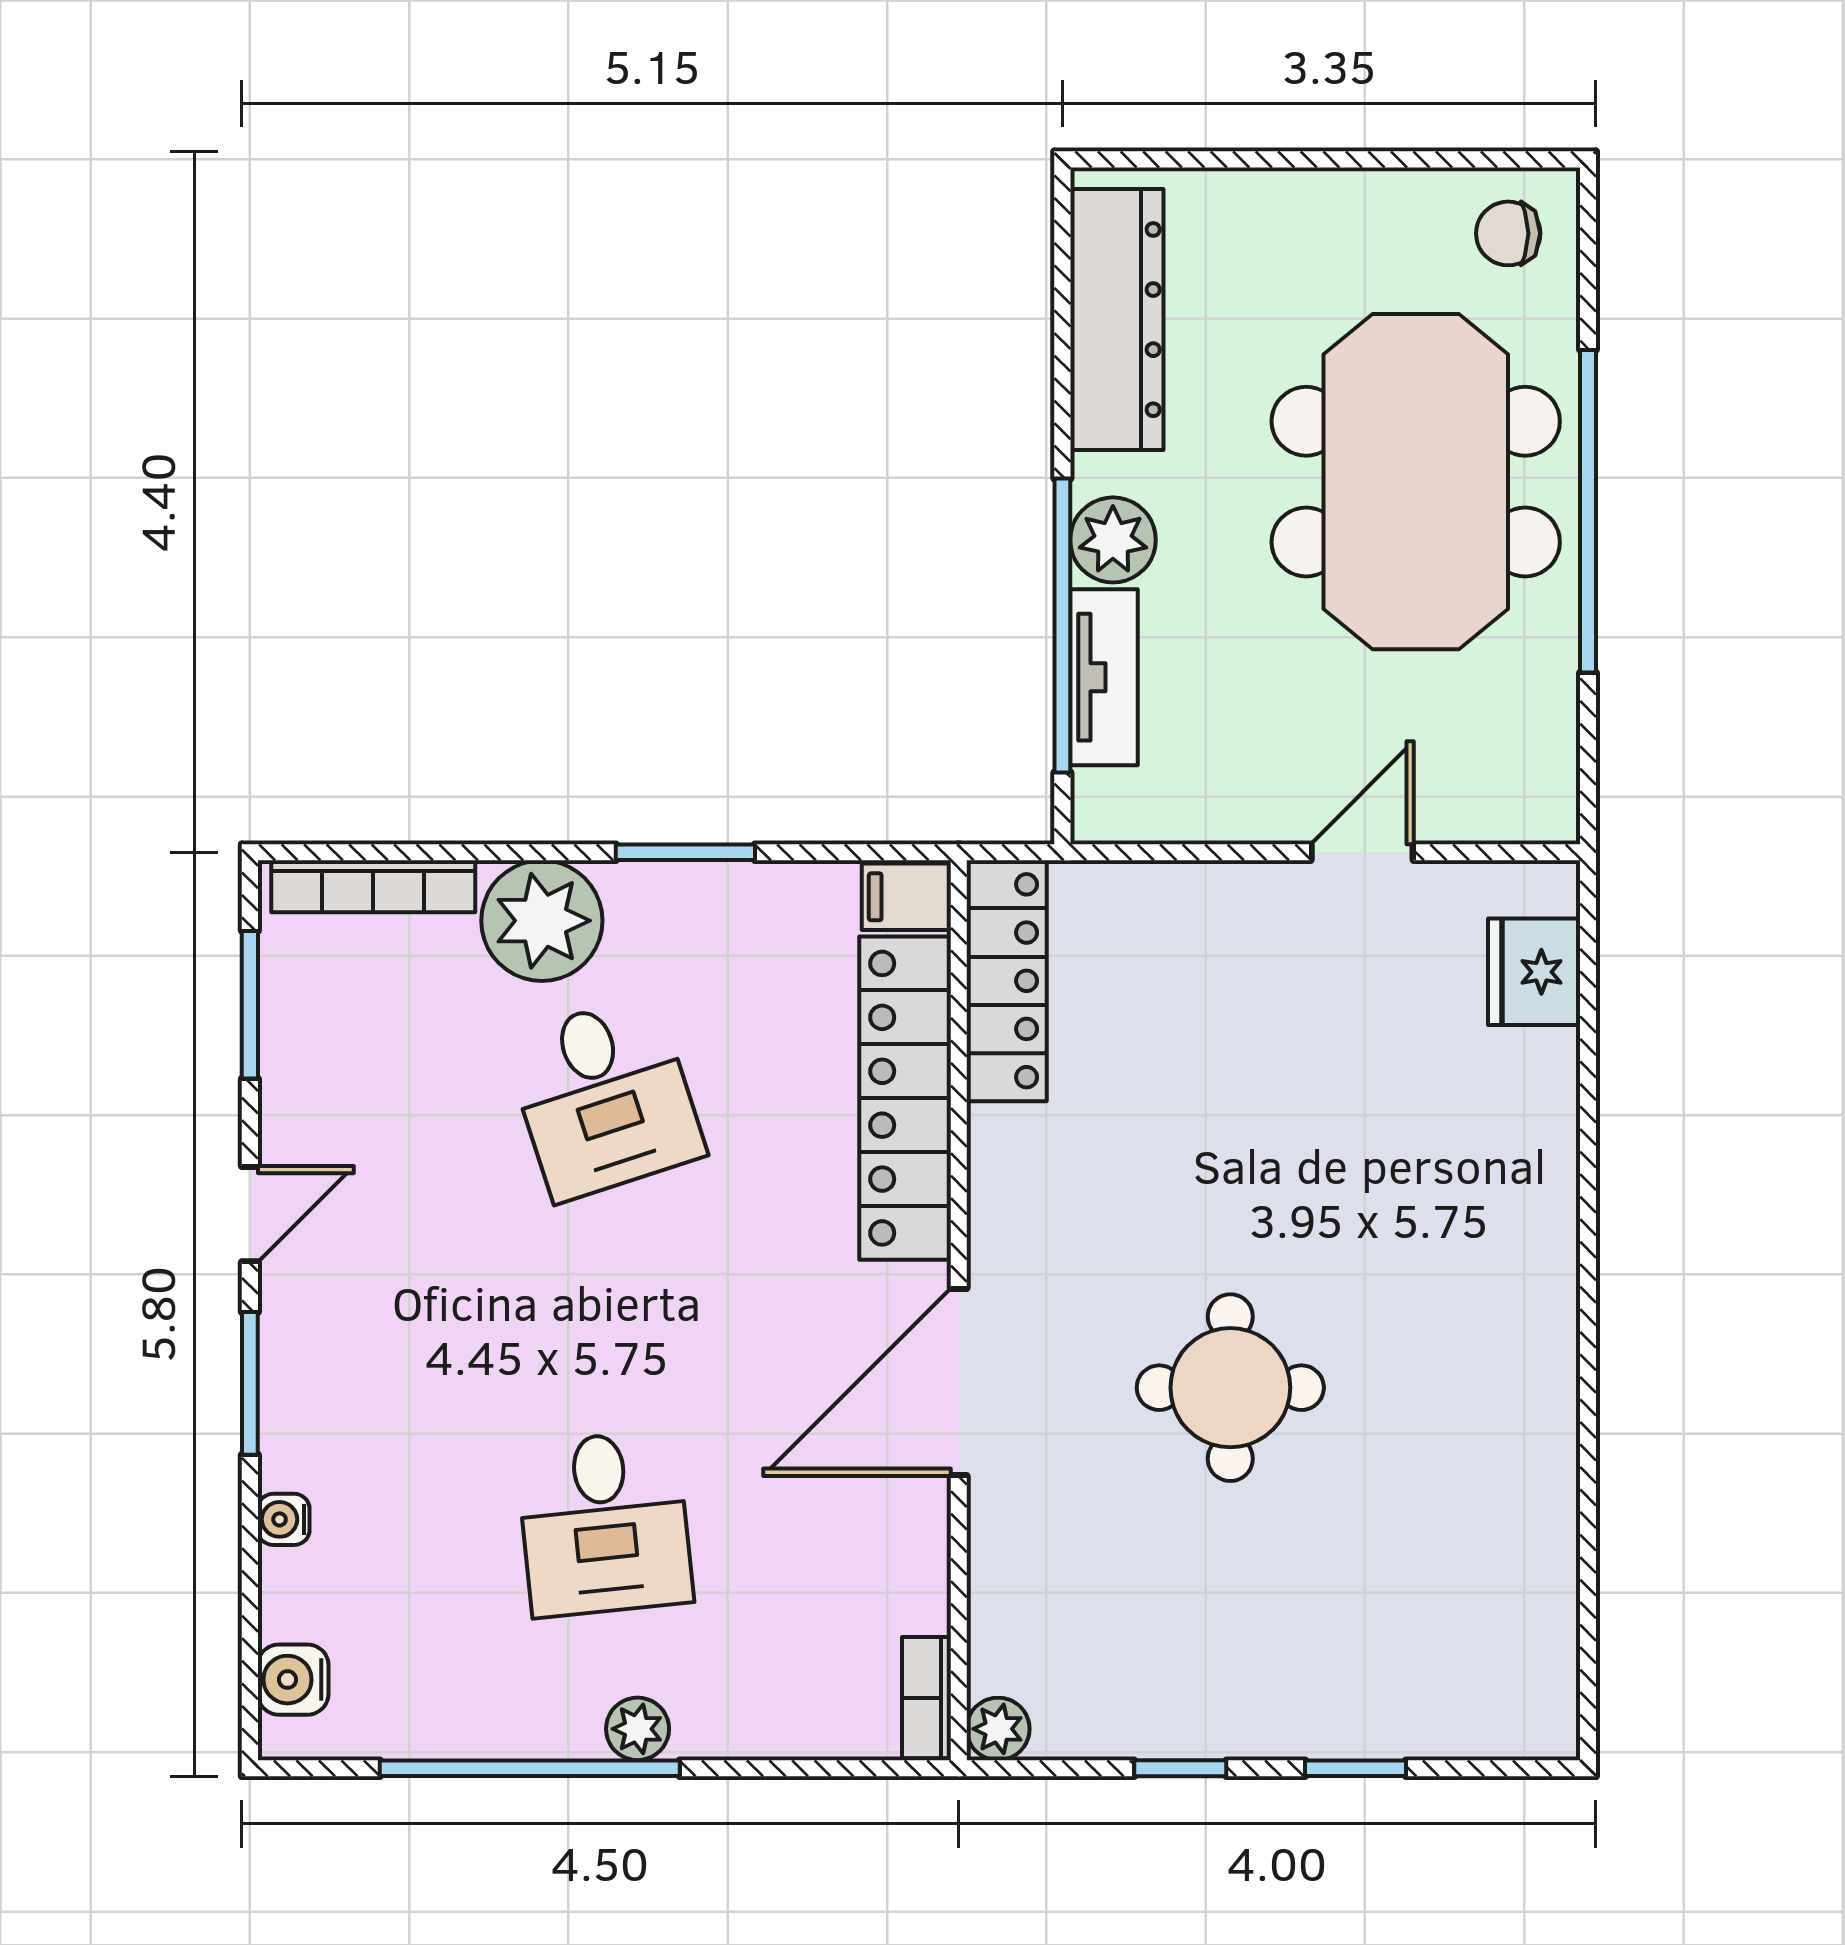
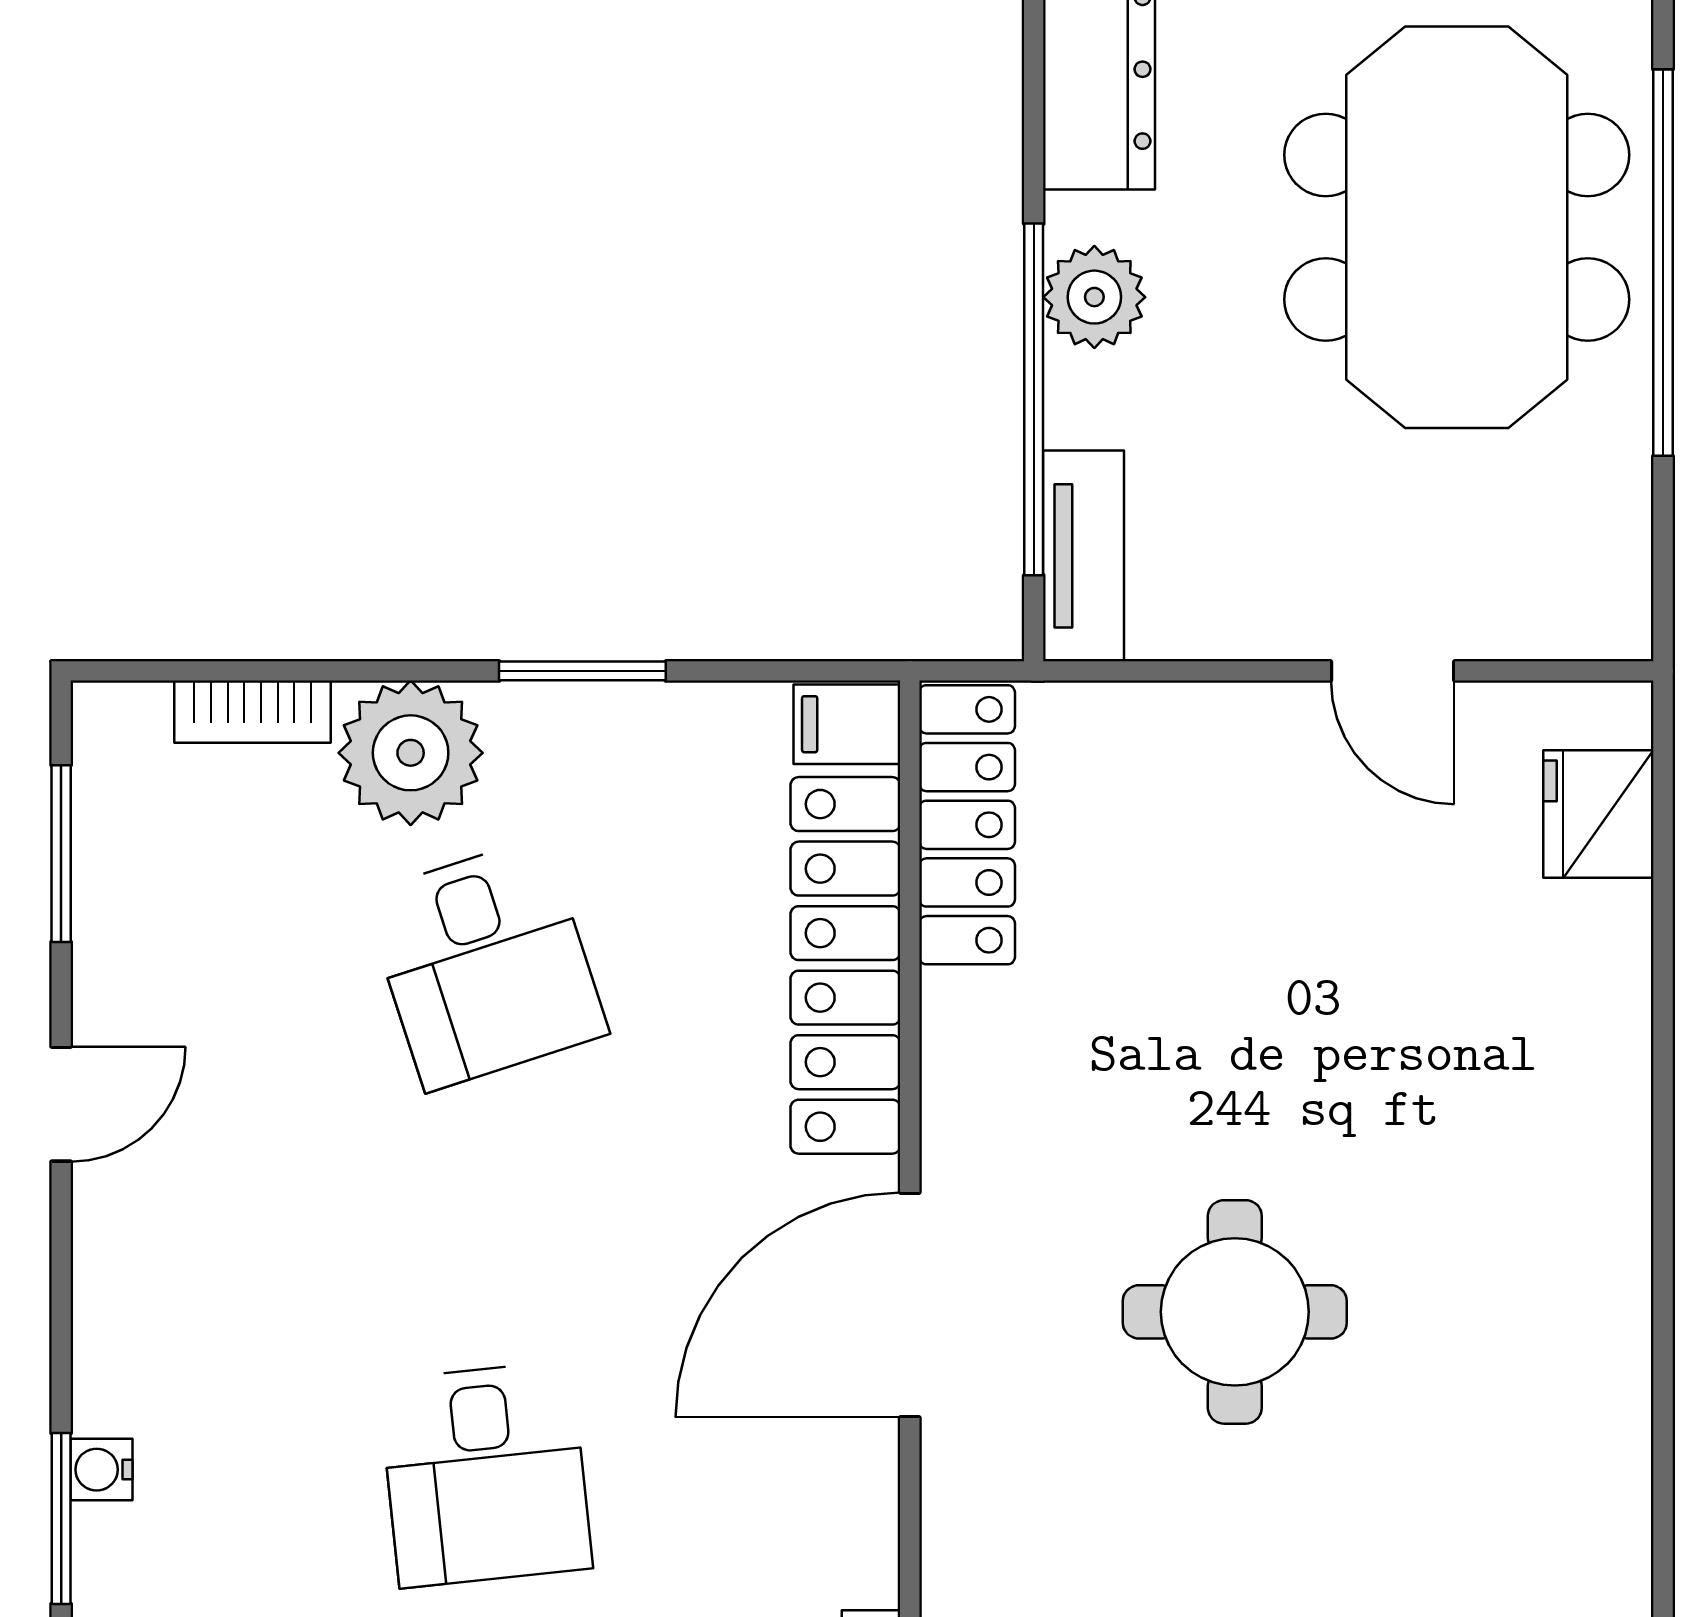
tv unit: (1104, 677) -> (1084, 556), moved
door: (1362, 852) -> (1393, 671), swing flipped
bookcase: (373, 886) -> (253, 712), width x0.64
window: (250, 1383) -> (61, 1519), moved

